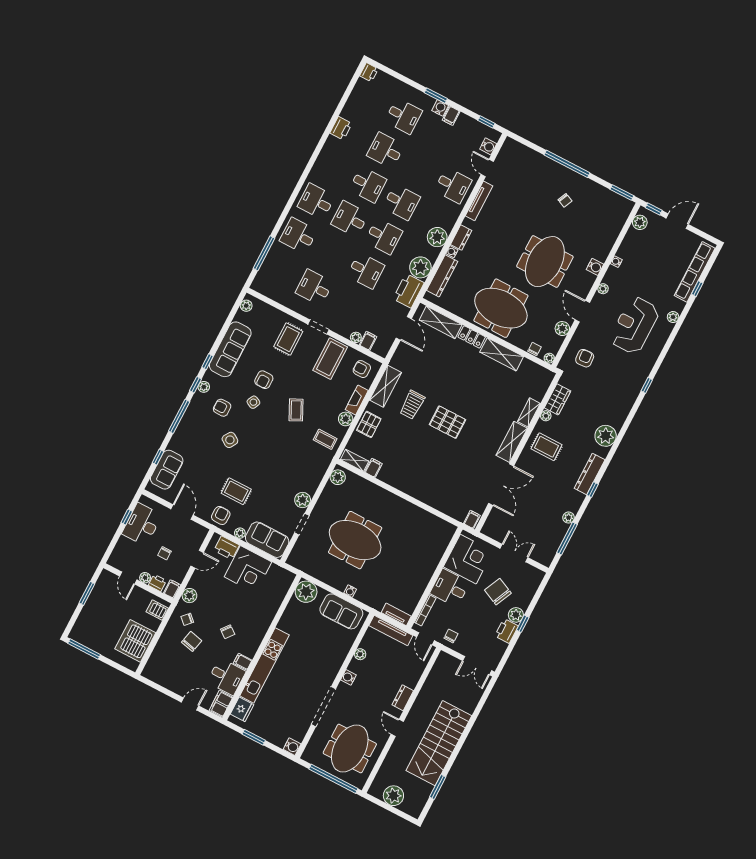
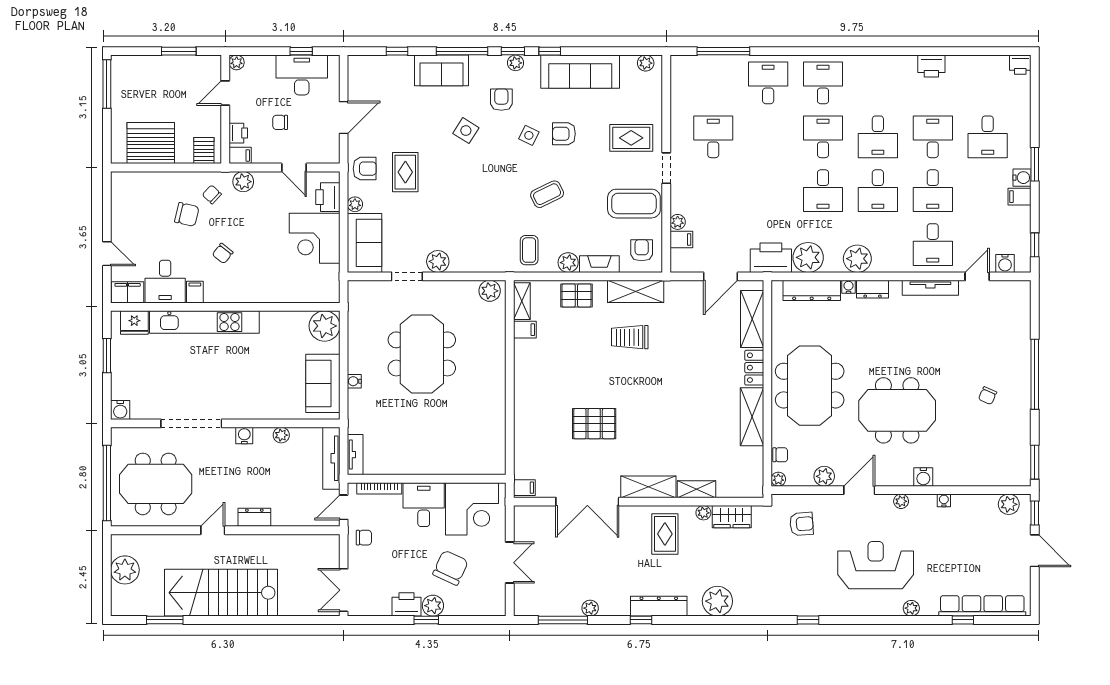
desk: (366, 271) -> (933, 191), moved
pallet: (447, 422) -> (594, 424), moved, turned 90
sofa: (167, 470) -> (442, 70), moved
plant: (145, 578) -> (237, 62), moved

